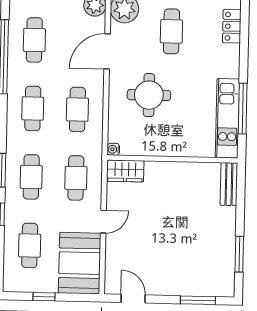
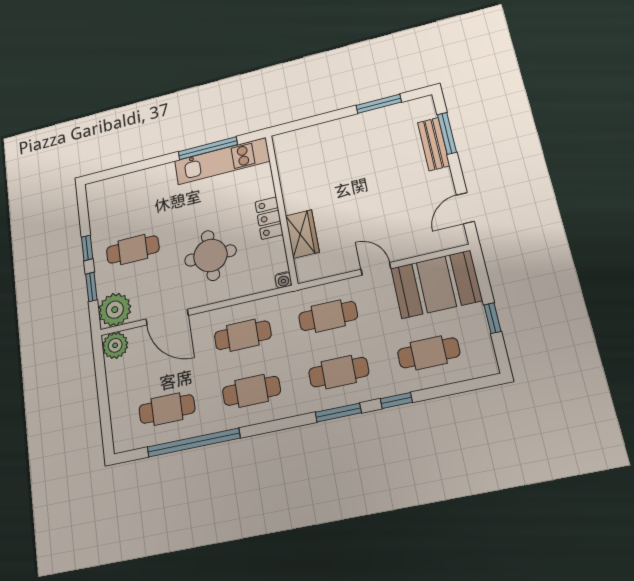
locker: (232, 26) -> (269, 218), moved, turned 90
wardrobe: (125, 171) -> (302, 234), moved
bench: (229, 184) -> (434, 144), moved, turned 90

